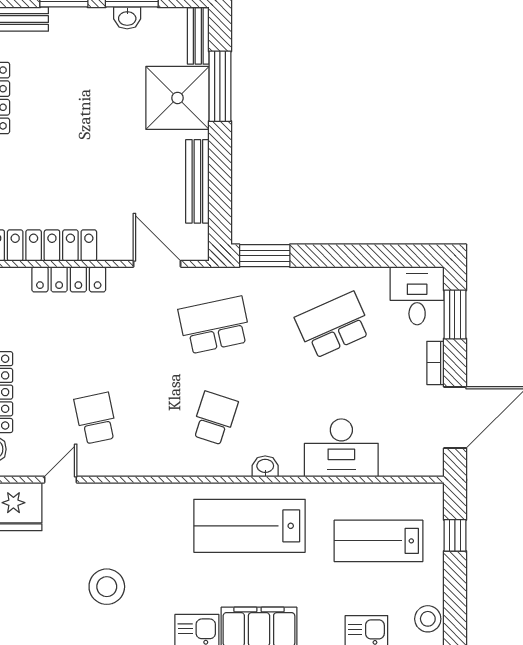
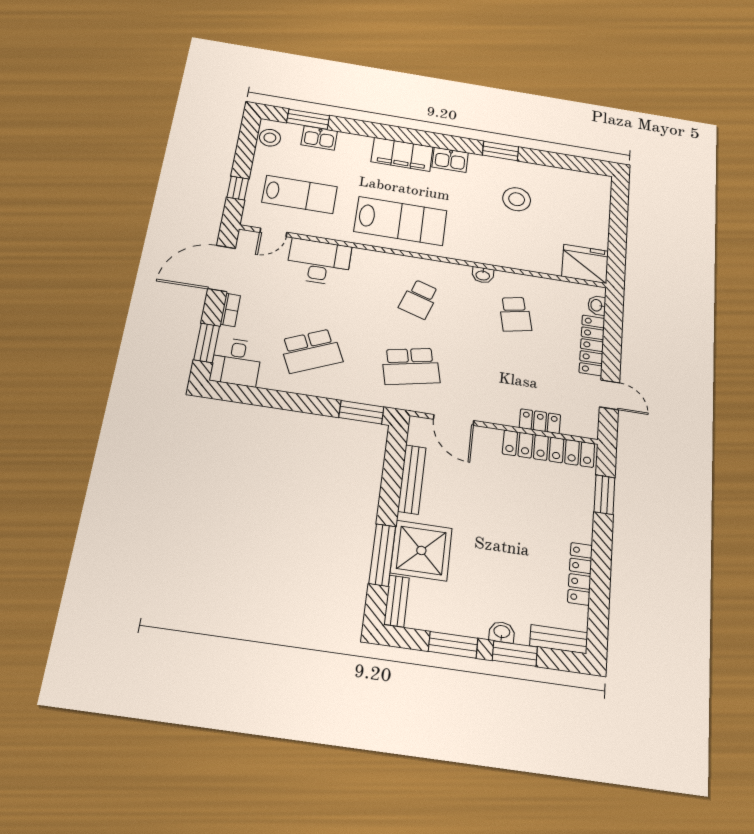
washbasin: (127, 18) -> (502, 632), moved
locker: (69, 279) -> (540, 421), width x0.66
washbasin: (265, 466) -> (483, 275), moved
door: (61, 480) -> (273, 232), moved

